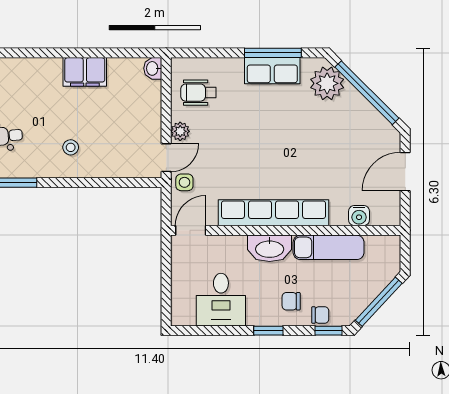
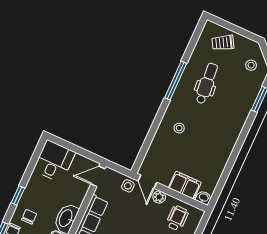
filing cabinet: (85, 72) -> (185, 185), moved, turned 90
door: (191, 230) -> (98, 176), swing flipped
desk: (221, 300) -> (54, 161), moved, turned 90

